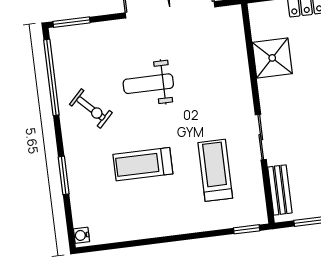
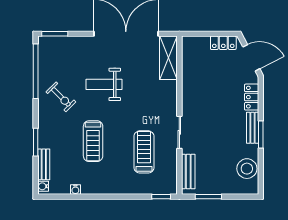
shelving: (233, 36) -> (168, 58), added
shower: (272, 58) -> (194, 77), removed
treadmill: (143, 164) -> (93, 141), turned -90
bench: (79, 205) -> (44, 164), added
water cooler: (127, 234) -> (75, 190), added

